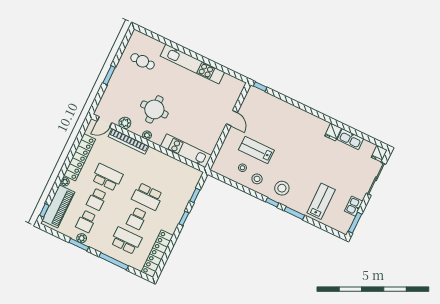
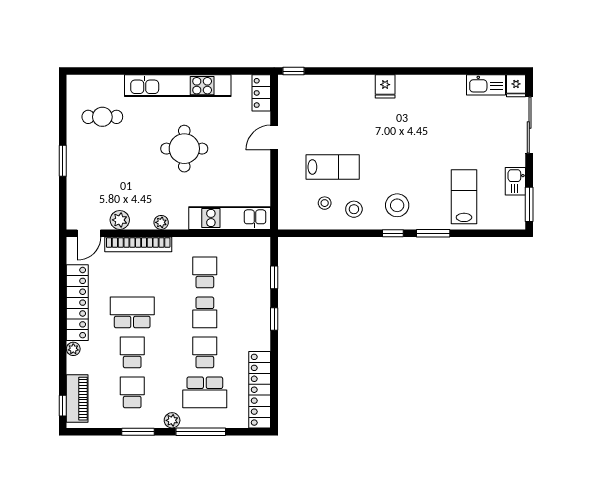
locker: (237, 90) -> (261, 93), added
round table: (154, 109) -> (184, 149), moved
door: (232, 118) -> (274, 138), swing flipped
fridge: (333, 132) -> (385, 86), moved
kitchen sink: (350, 139) -> (486, 85), moved
lab bench: (256, 150) -> (333, 167), turned 180
school desk: (158, 174) -> (205, 272), added
school desk: (147, 196) -> (205, 312), width x0.54
school desk: (97, 199) -> (132, 352), turned 180
piano: (58, 206) -> (77, 399), width x0.73, depth x0.75
school desk: (137, 219) -> (205, 352), turned 180
school desk: (86, 221) -> (132, 392), turned 180
plant: (82, 238) -> (172, 420), moved
school desk: (126, 241) -> (205, 392), turned 180

